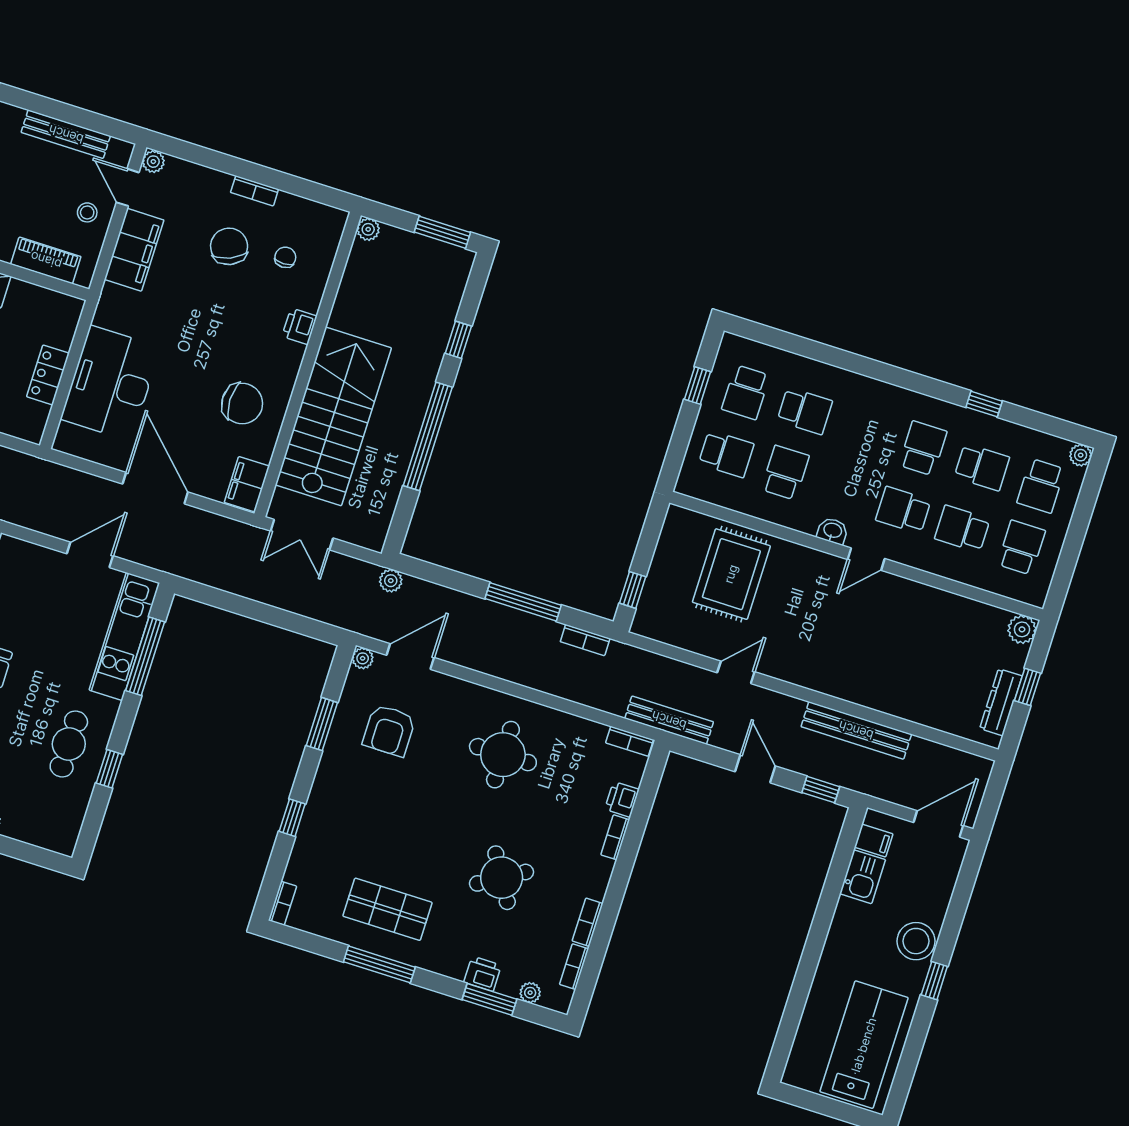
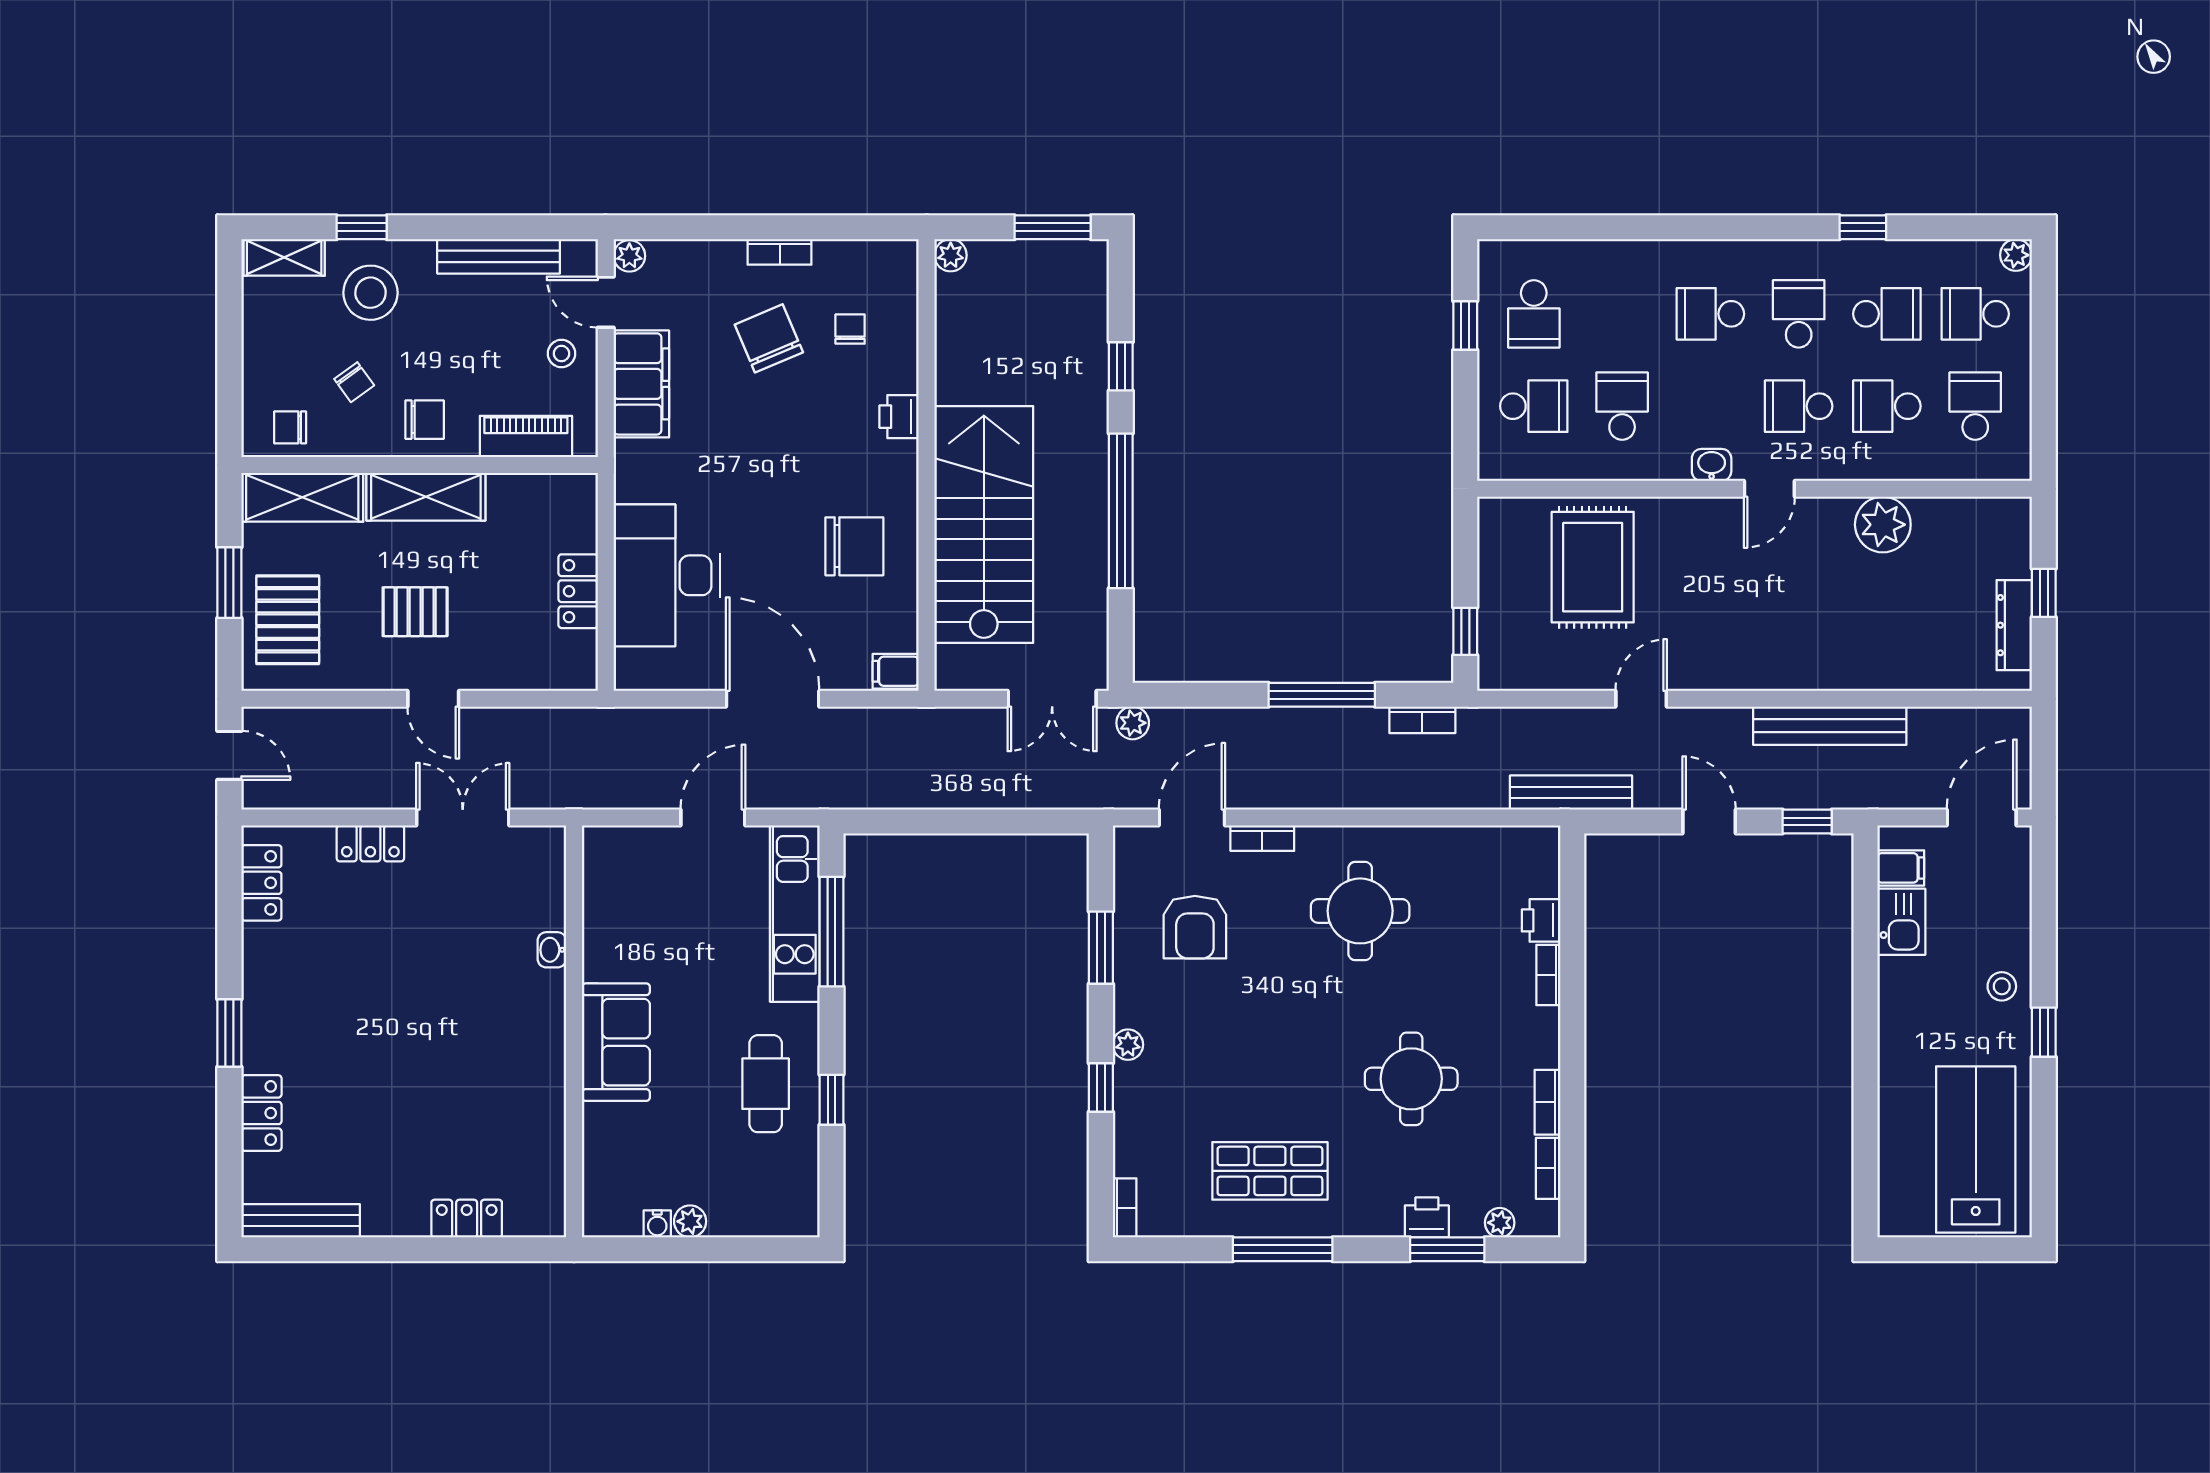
school desk: (805, 411) -> (1710, 314), moved, turned 180
filing cabinet: (247, 484) -> (896, 671), width x0.50
school desk: (1041, 486) -> (1975, 314), turned 90
double door: (302, 535) -> (1052, 699), moved
plant: (1022, 629) -> (1883, 525), moved, width x1.36, depth x1.36
plant: (363, 658) -> (1128, 1045), moved
bookcase: (630, 741) -> (1262, 838), moved
round table: (502, 878) -> (1411, 1079), turned 31
stool: (916, 941) -> (2002, 986), width x0.53, depth x0.53

